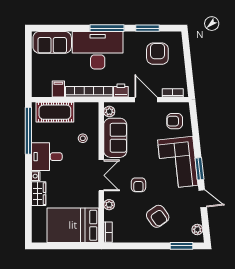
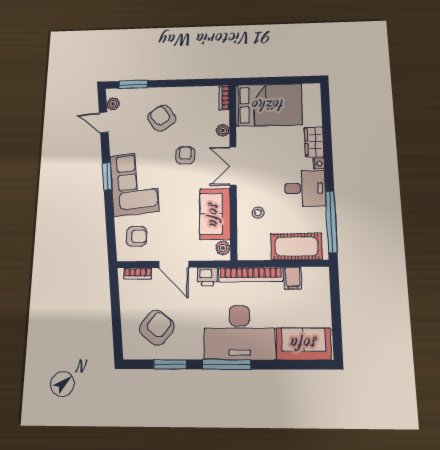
armchair: (157, 54) -> (157, 328), turned -141
door: (203, 199) -> (104, 122), moved

